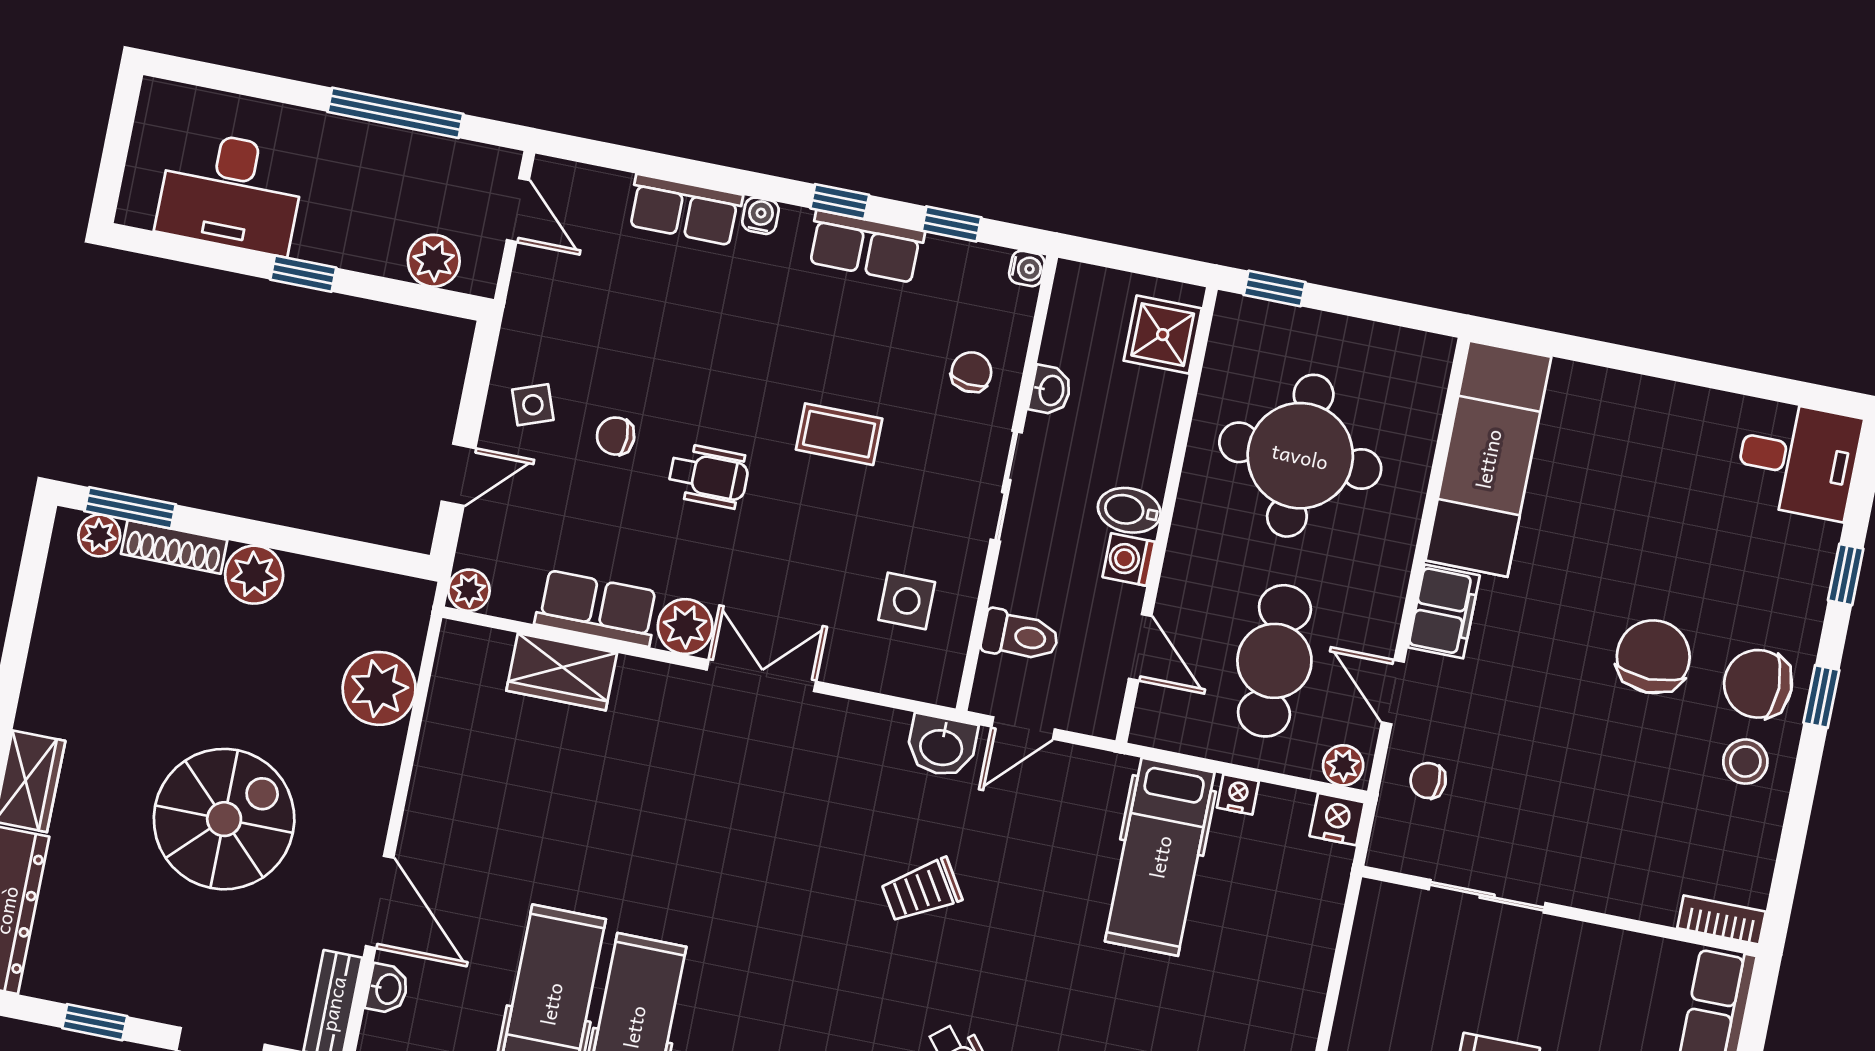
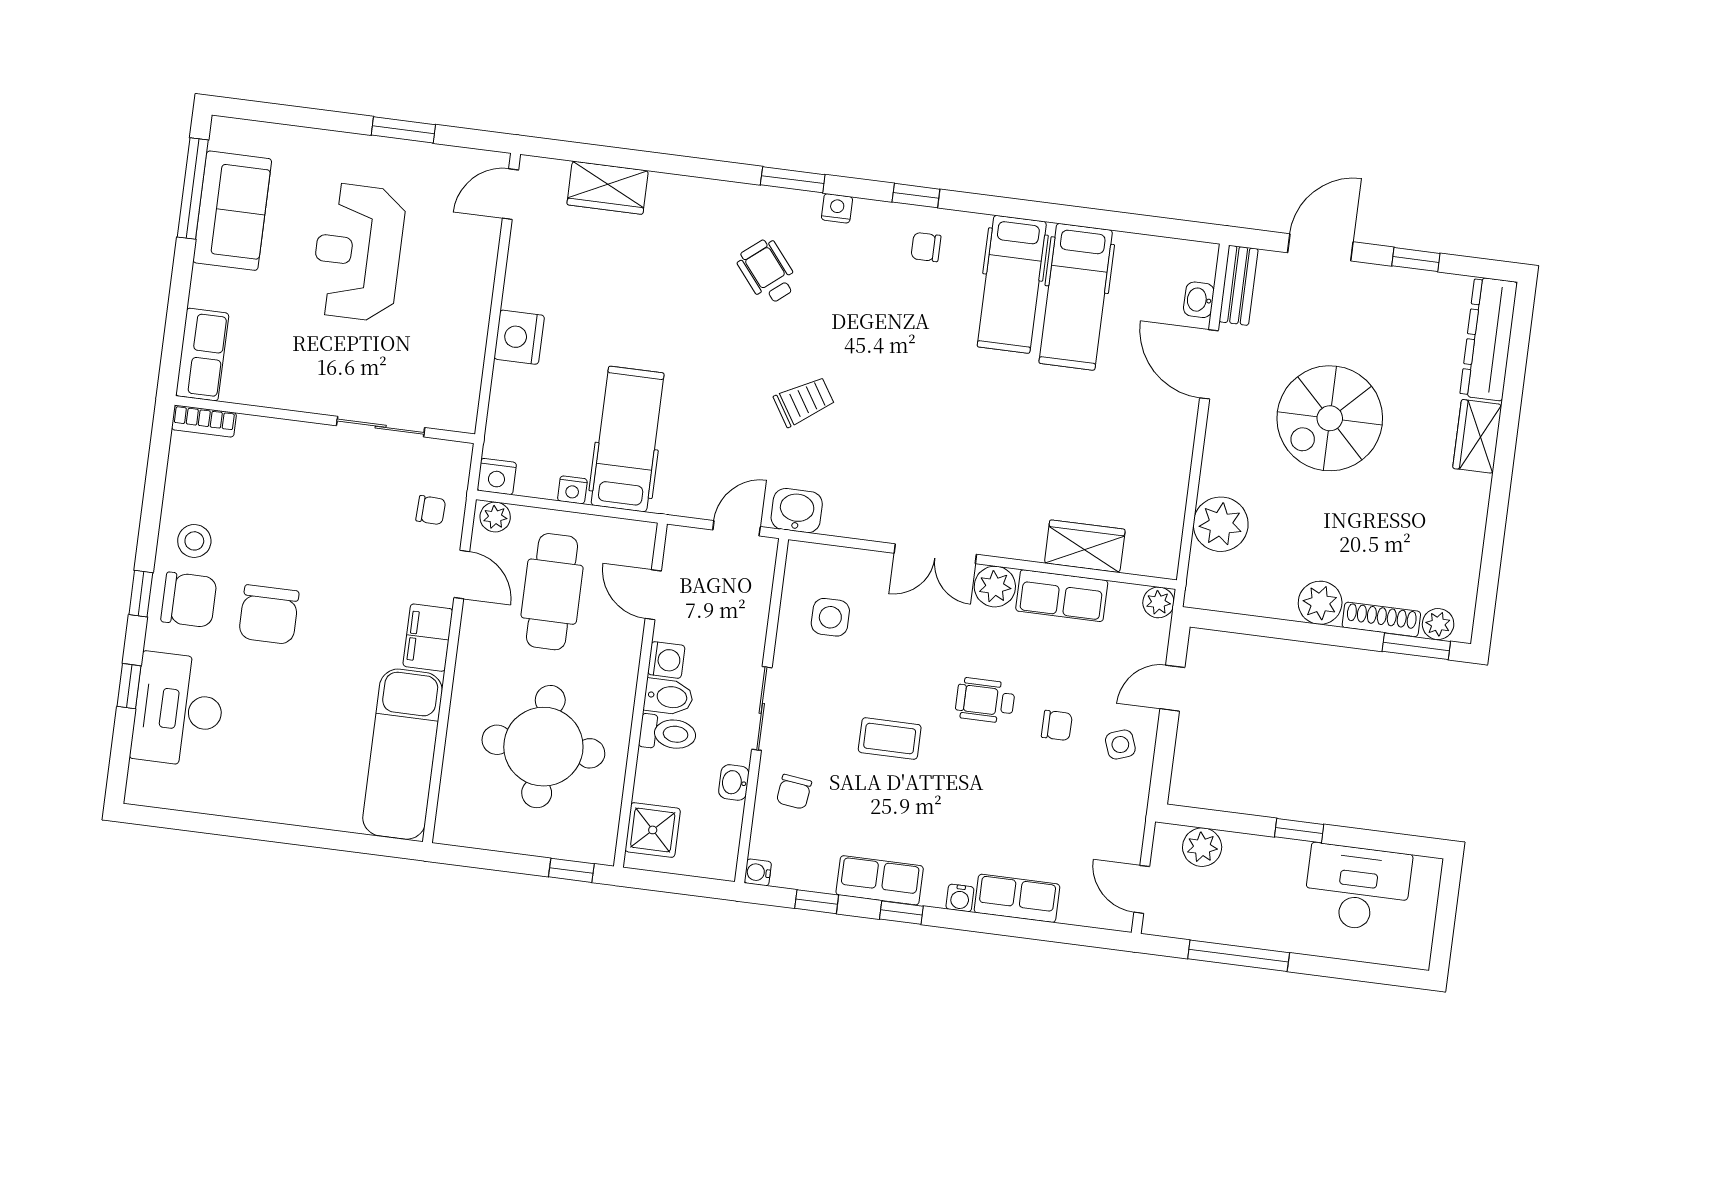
desk: (1798, 460) -> (178, 710), moved, width x1.37
toilet: (1020, 636) -> (668, 733), moved, turned 180
nightstand: (1294, 1002) -> (519, 337), added

